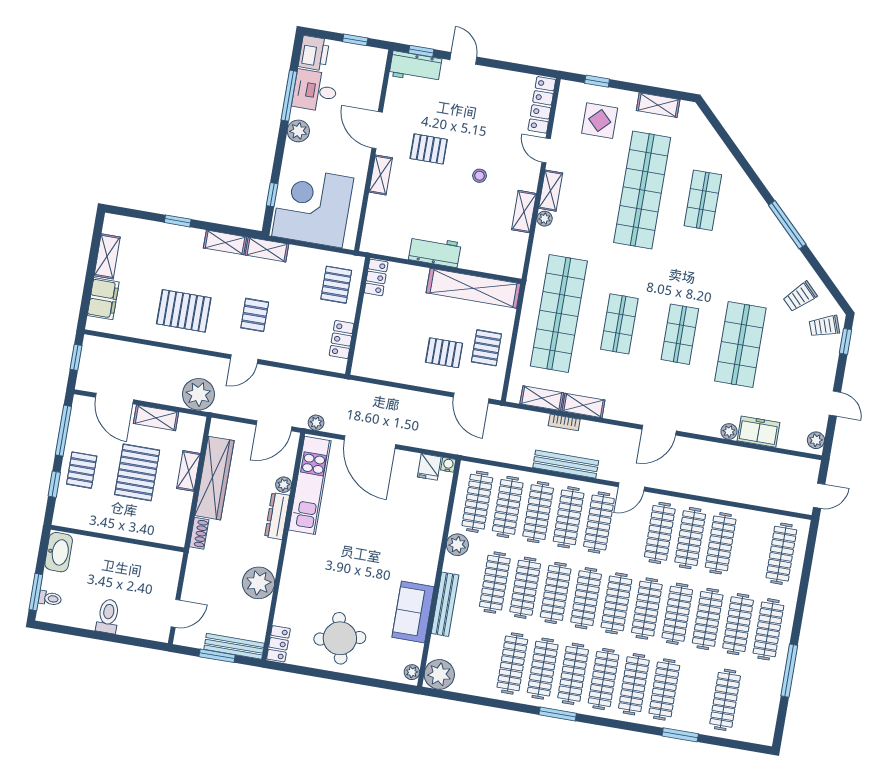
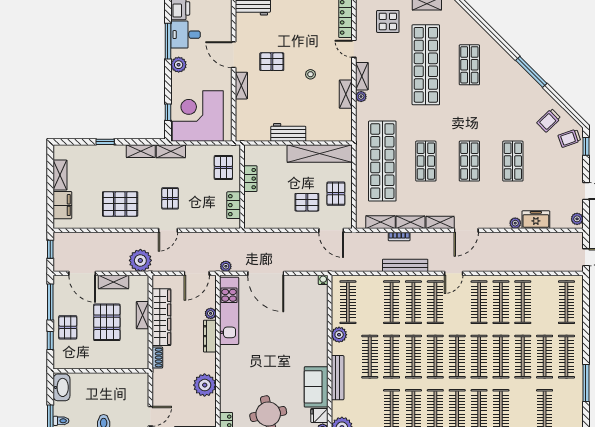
locker: (376, 277) -> (250, 179), moved
shop shelf: (740, 345) -> (513, 161), width x0.70, depth x0.74
shelving: (624, 413) -> (440, 222), added
fridge: (429, 467) -> (319, 415), moved, turned 90
clothes rail: (508, 507) -> (370, 302), removed

